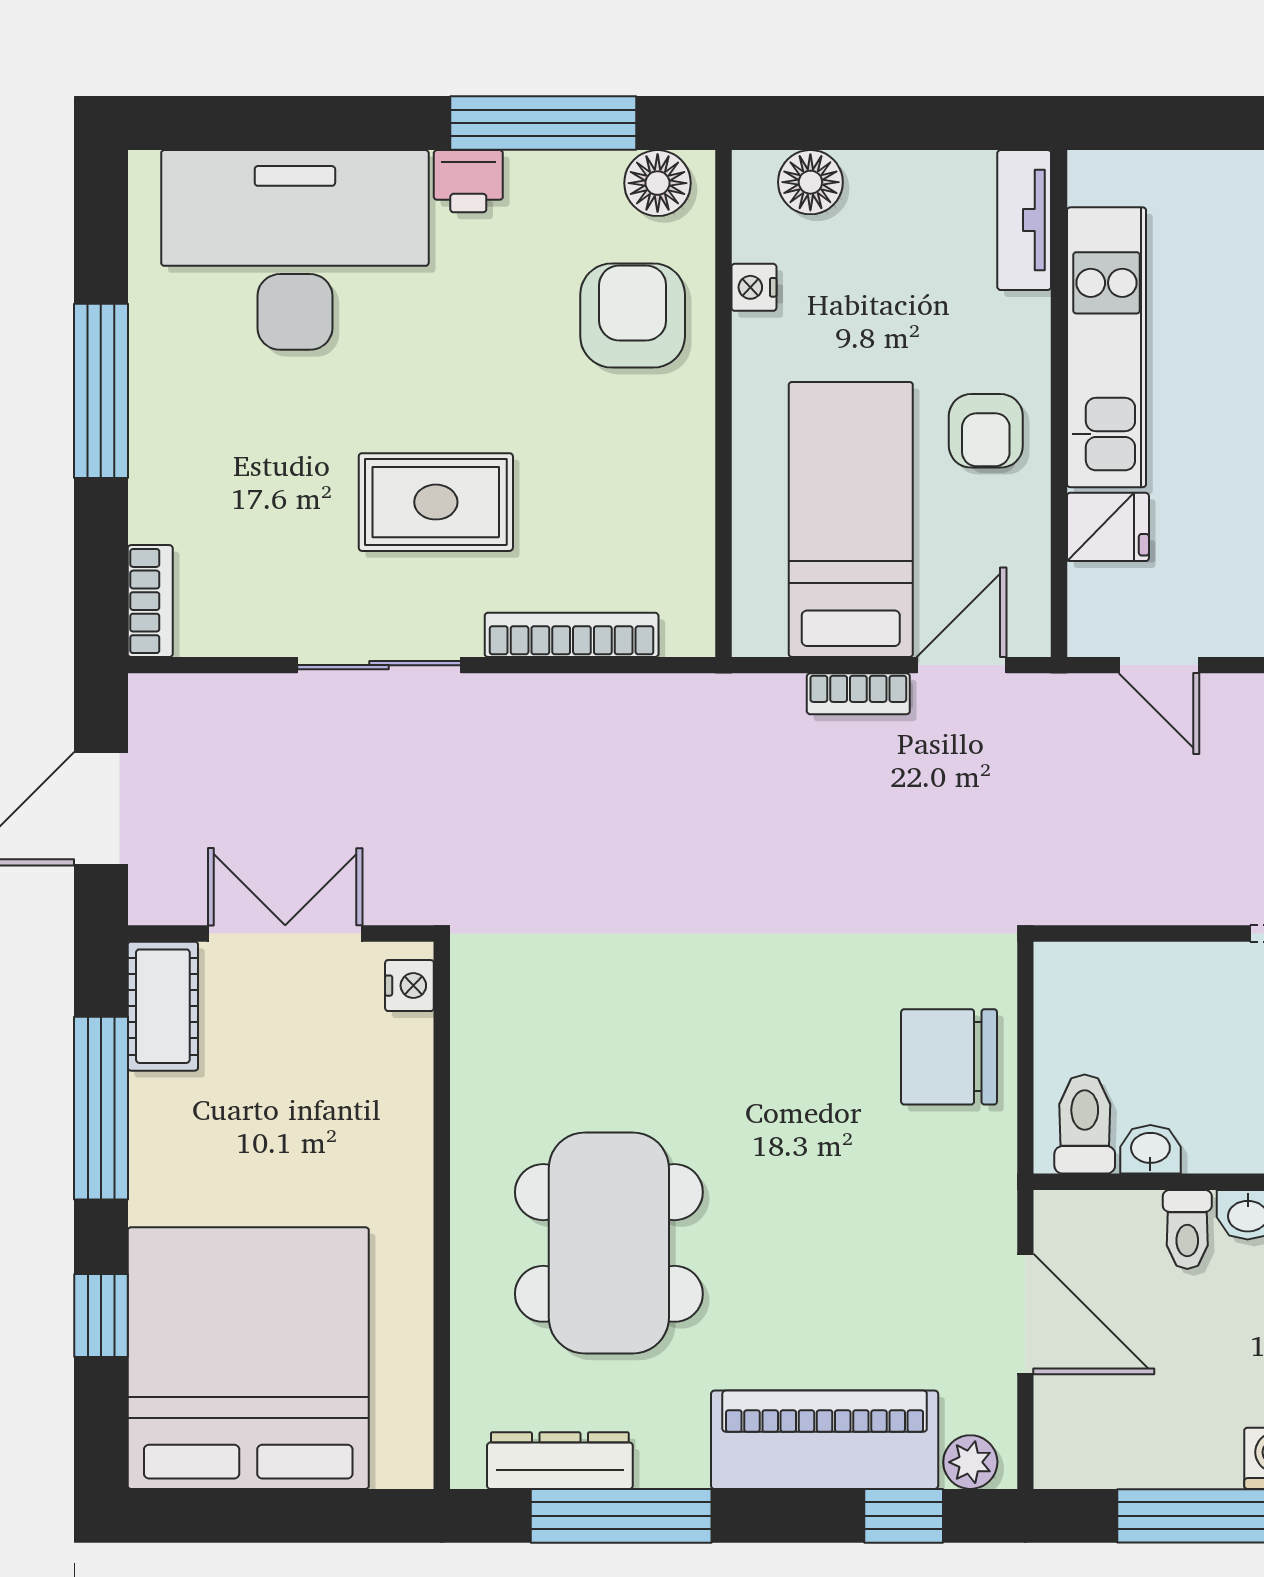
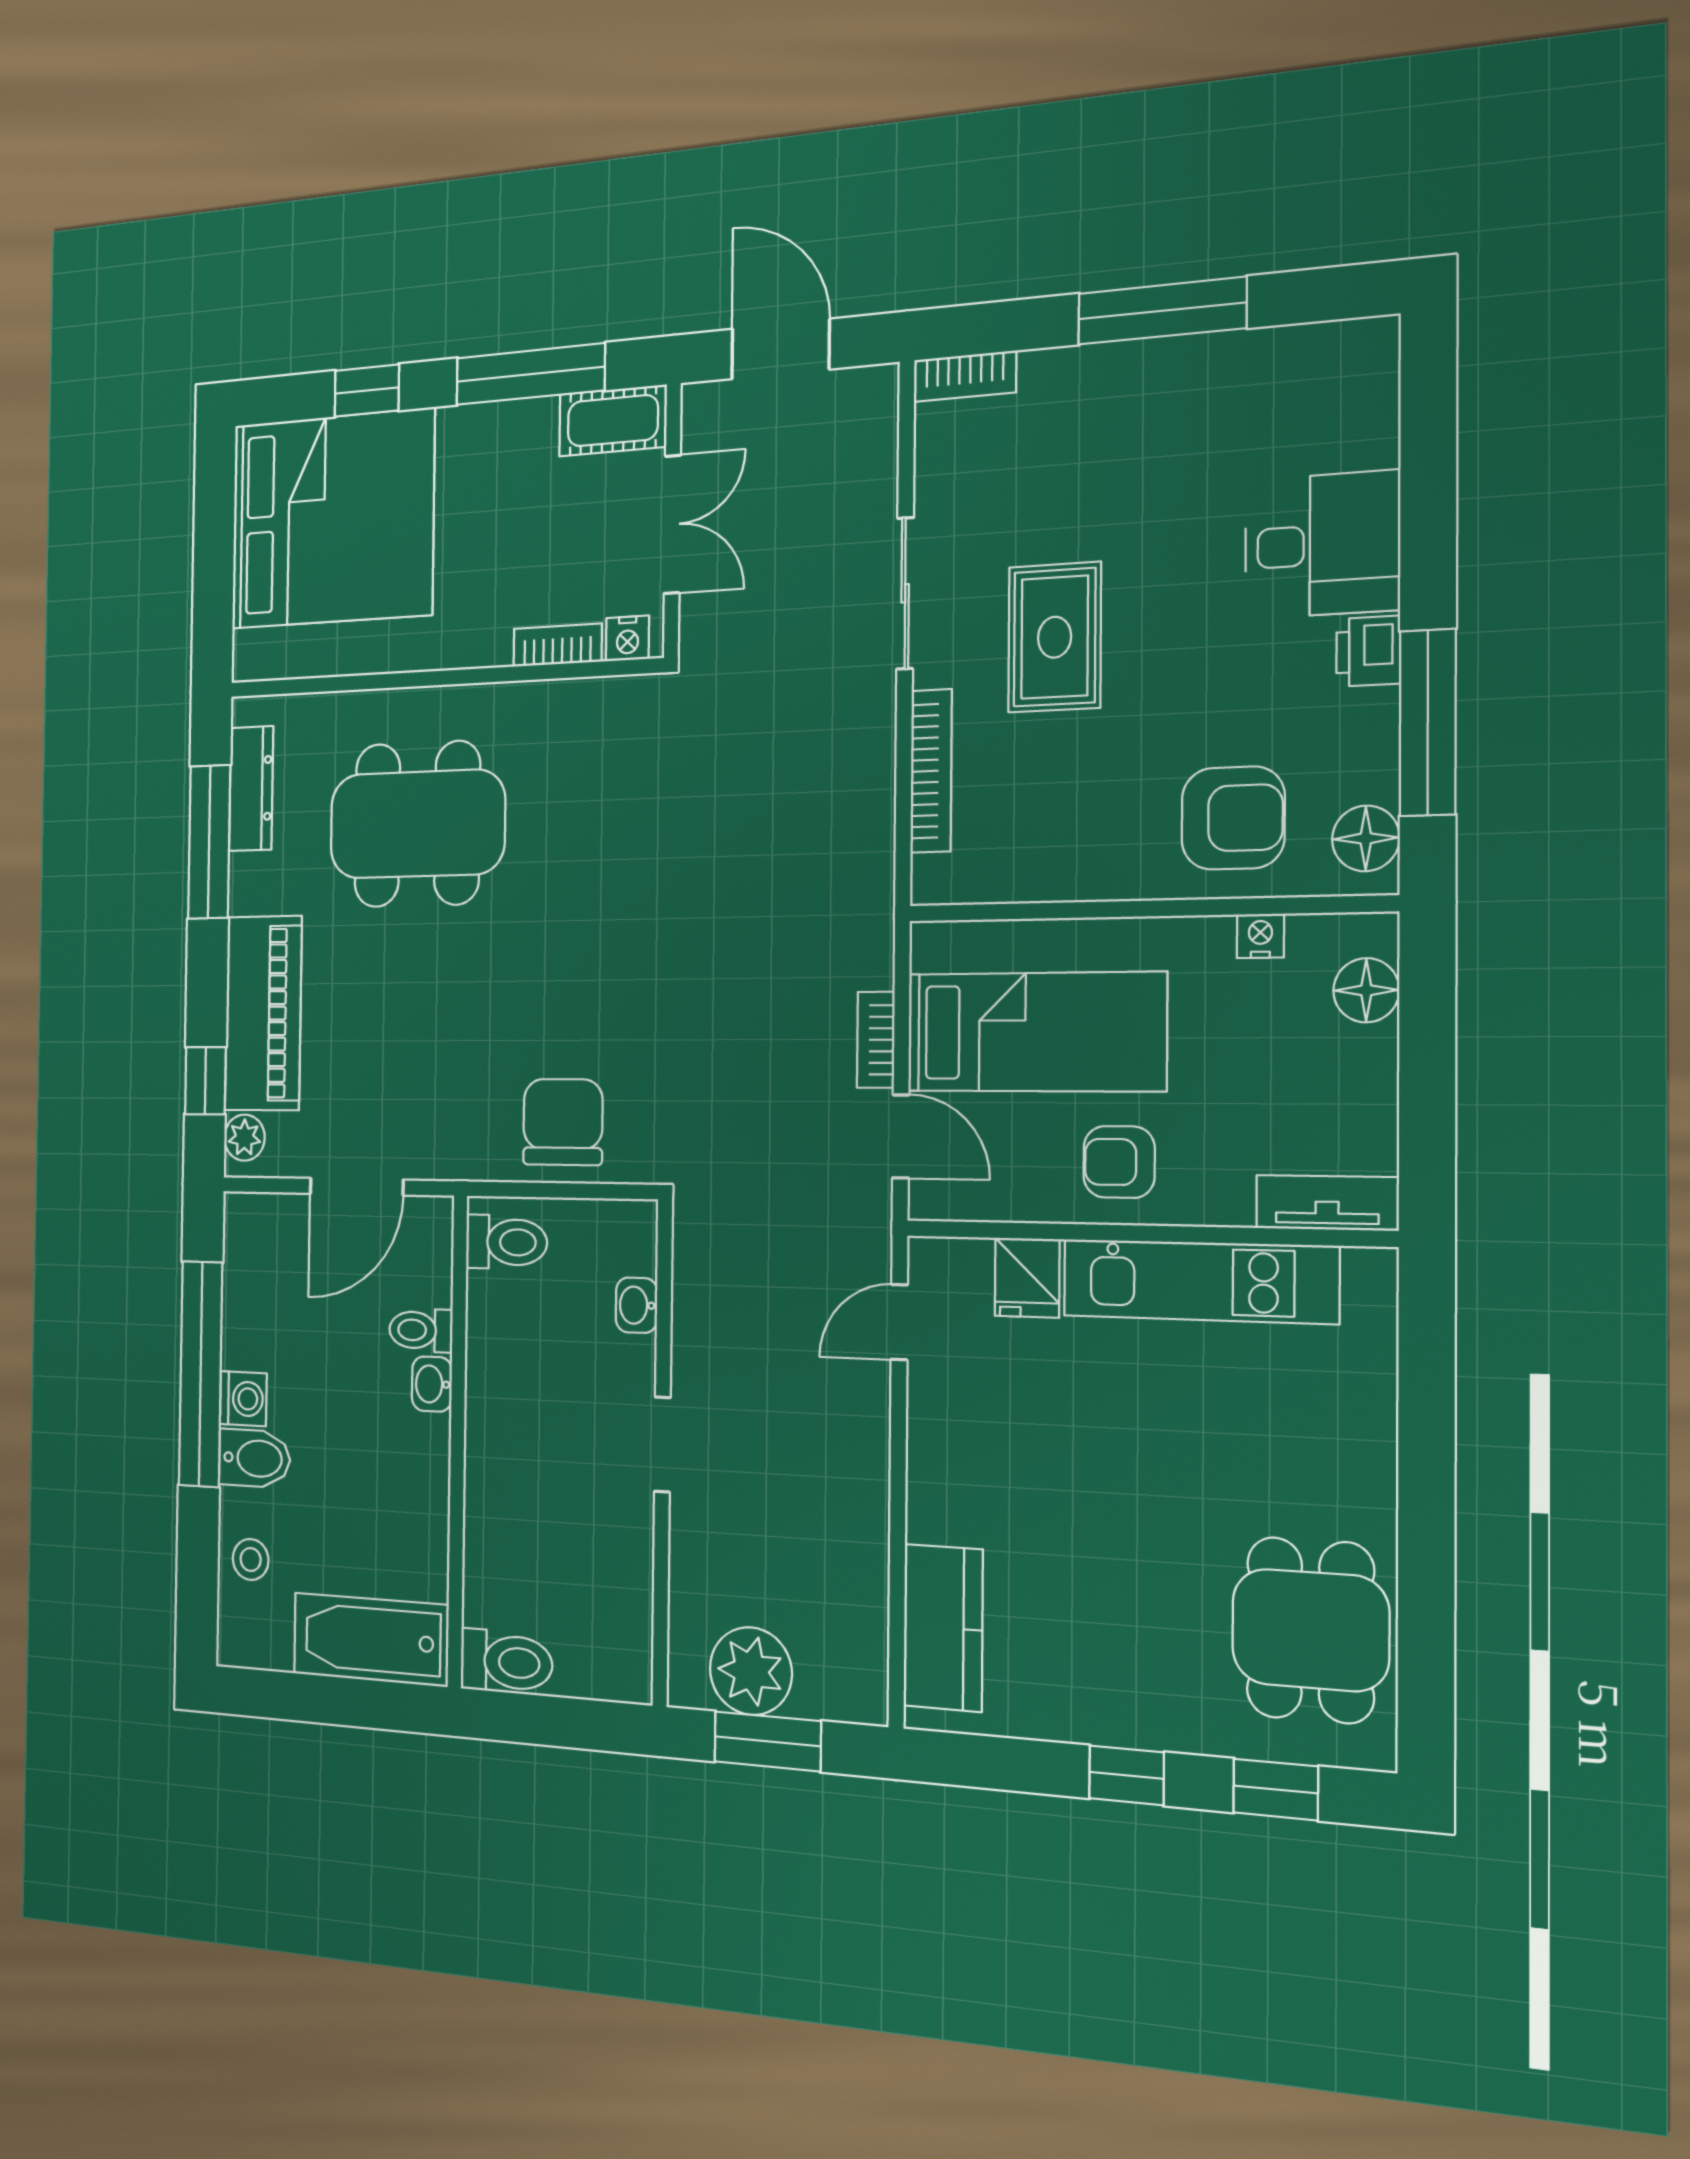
desk: (295, 250) -> (1322, 545), width x0.53, depth x0.77
bookcase: (412, 1070) -> (558, 645), added
washbasin: (1150, 1149) -> (636, 1305), moved, turned 180

